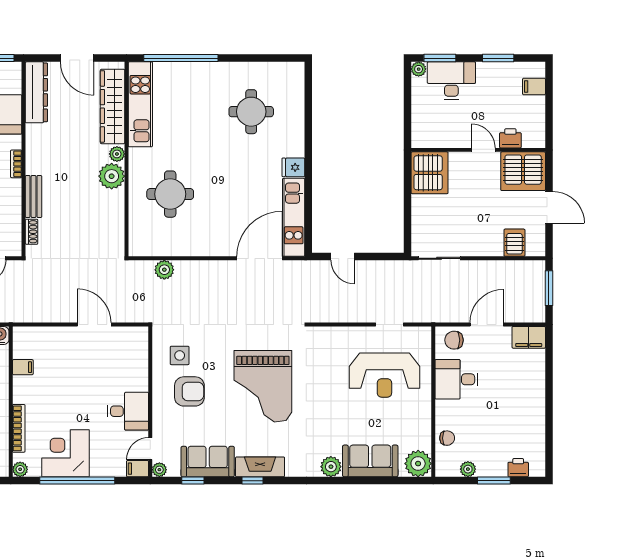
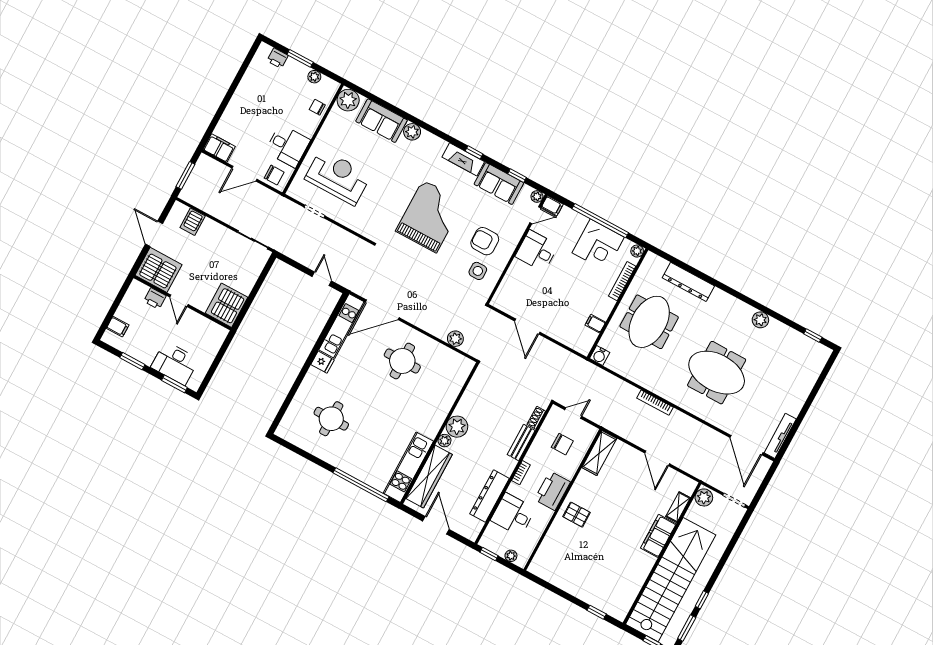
plant: (419, 69) -> (194, 384), removed
dresser: (36, 92) -> (489, 496), moved
round table: (170, 194) -> (402, 361), moved

